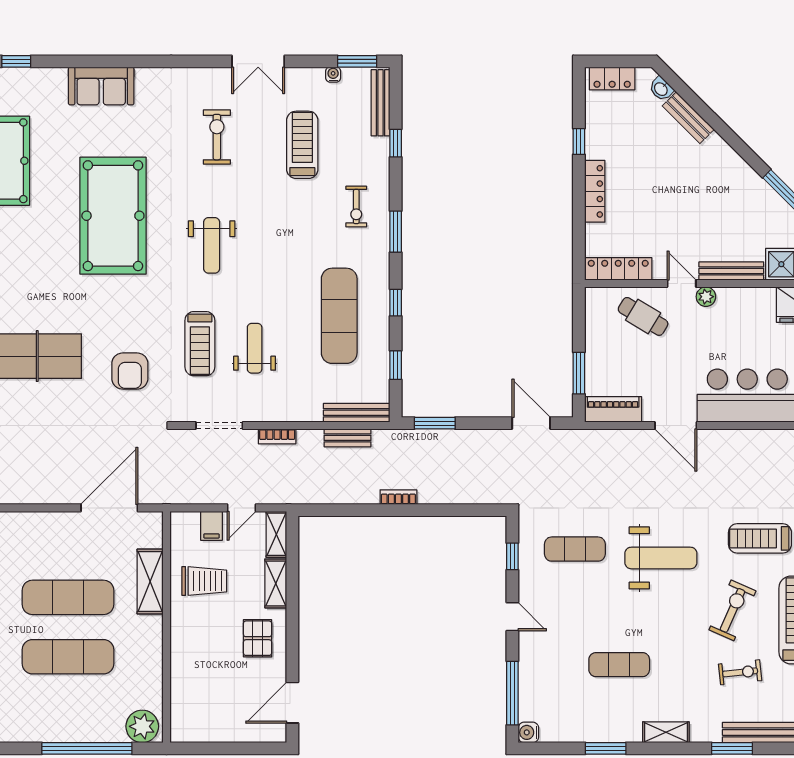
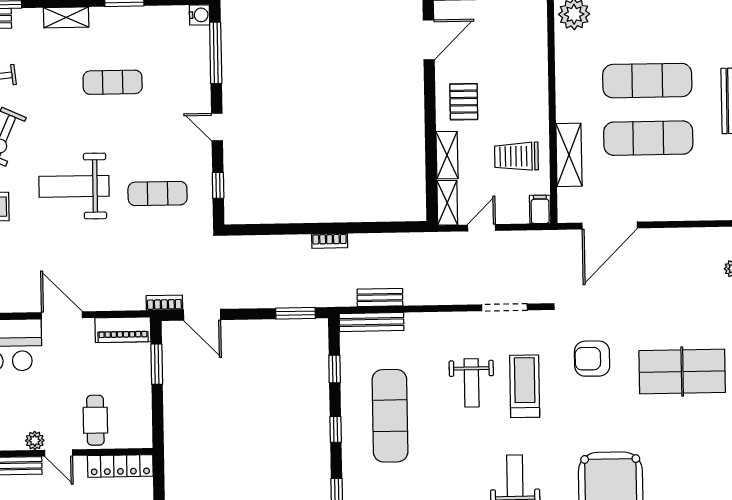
cafe table: (643, 316) -> (95, 420), turned 59
armchair: (130, 371) -> (592, 359), turned -90
bookcase: (277, 436) -> (164, 303), moved
filing cabinet: (211, 526) -> (540, 209), moved

